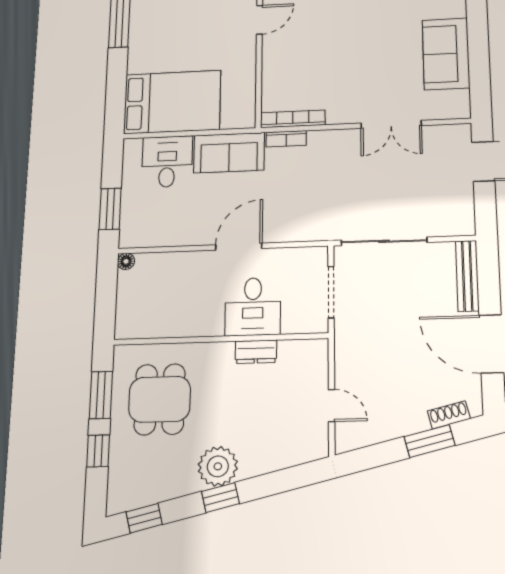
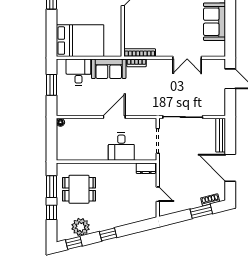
window: (110, 209) -> (51, 85), moved
dresser: (256, 352) -> (146, 168), moved
dining table: (160, 399) -> (79, 189), turned 90
plant: (218, 466) -> (81, 227), moved

